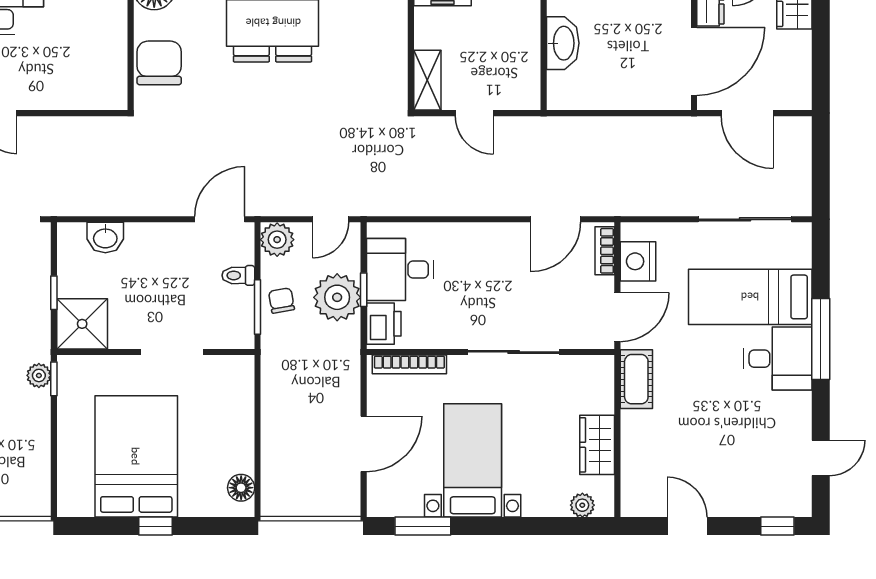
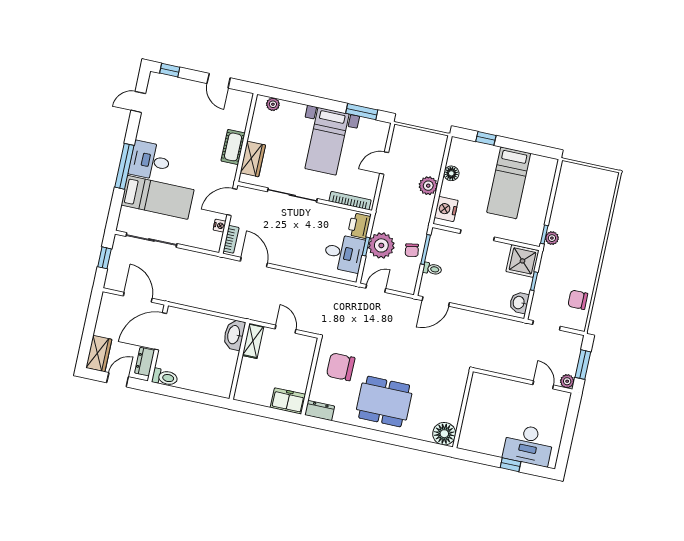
washbasin: (563, 43) -> (234, 335), moved
chair: (159, 63) -> (341, 367), moved, turned 90
shelving: (427, 80) -> (253, 341), moved
window: (821, 170) -> (105, 258), added
door: (556, 219) -> (254, 262), hinge flipped
washbasin: (105, 238) -> (519, 303), moved, turned -90
plant: (277, 240) -> (428, 186), moved
nightstand: (638, 261) -> (220, 226), width x0.53, depth x0.56
cot: (636, 379) -> (233, 147), moved
nightstand: (237, 386) -> (446, 209), added
door: (364, 444) -> (384, 163), width x0.73
wardrobe: (597, 445) -> (253, 159), moved
bed: (136, 456) -> (509, 183), width x0.67
floor lamp: (241, 488) -> (451, 173), moved
window: (156, 526) -> (486, 138), moved

